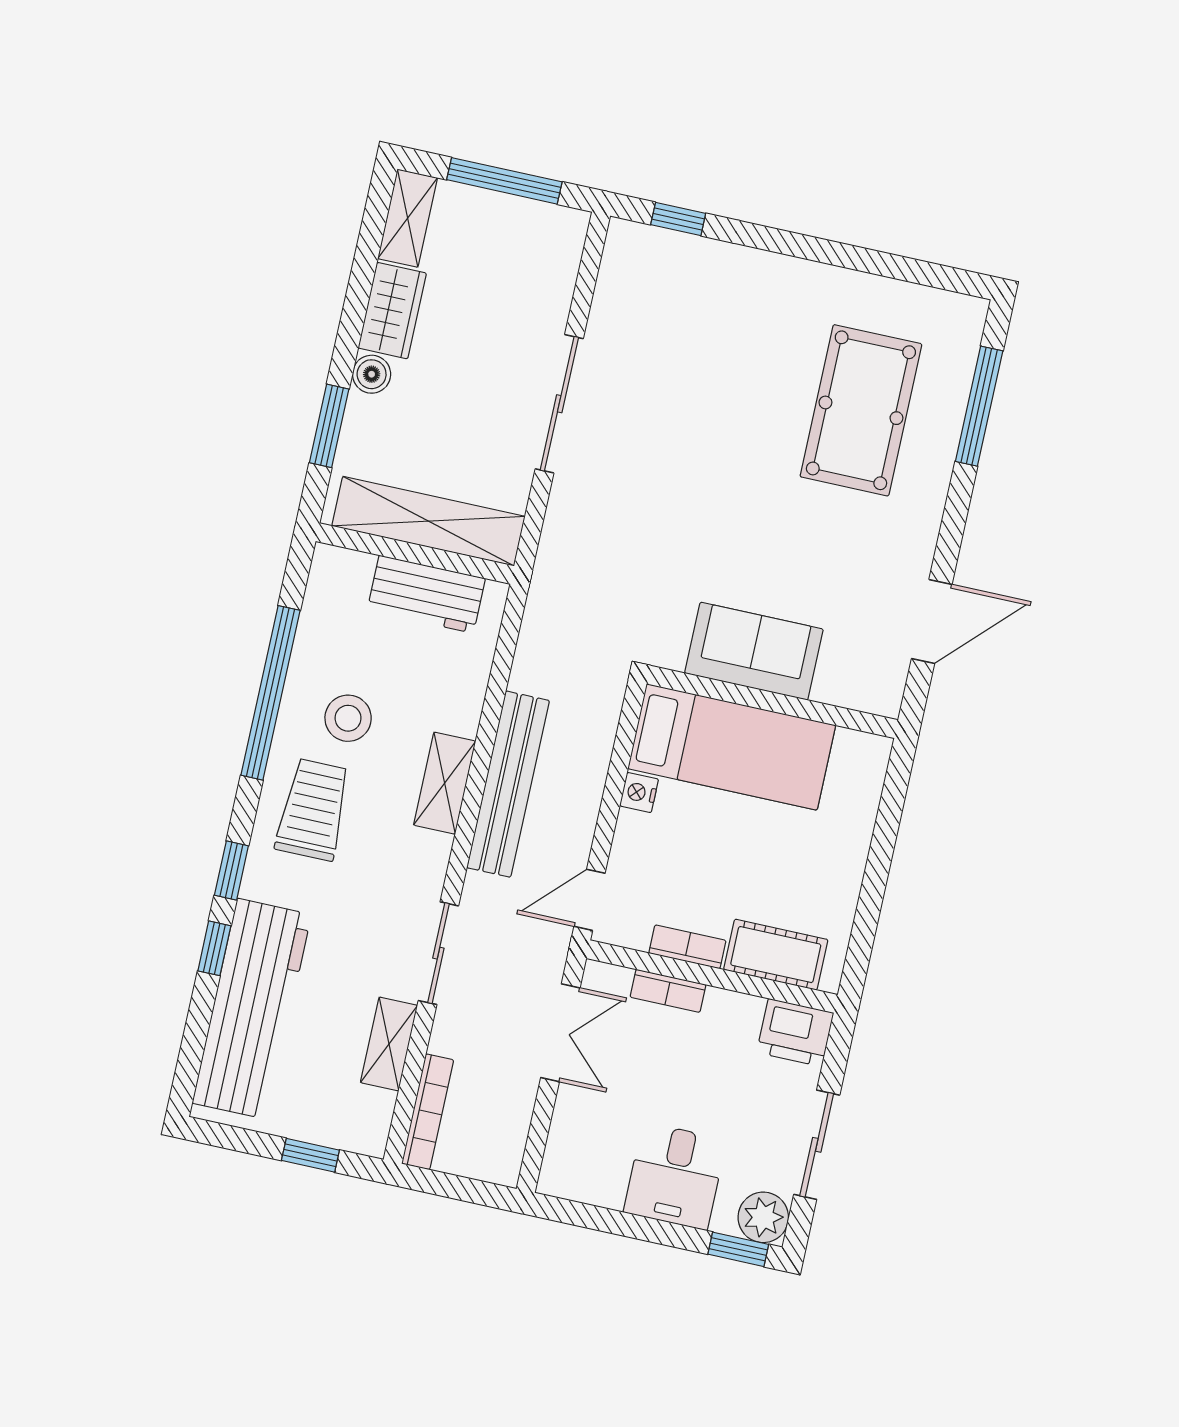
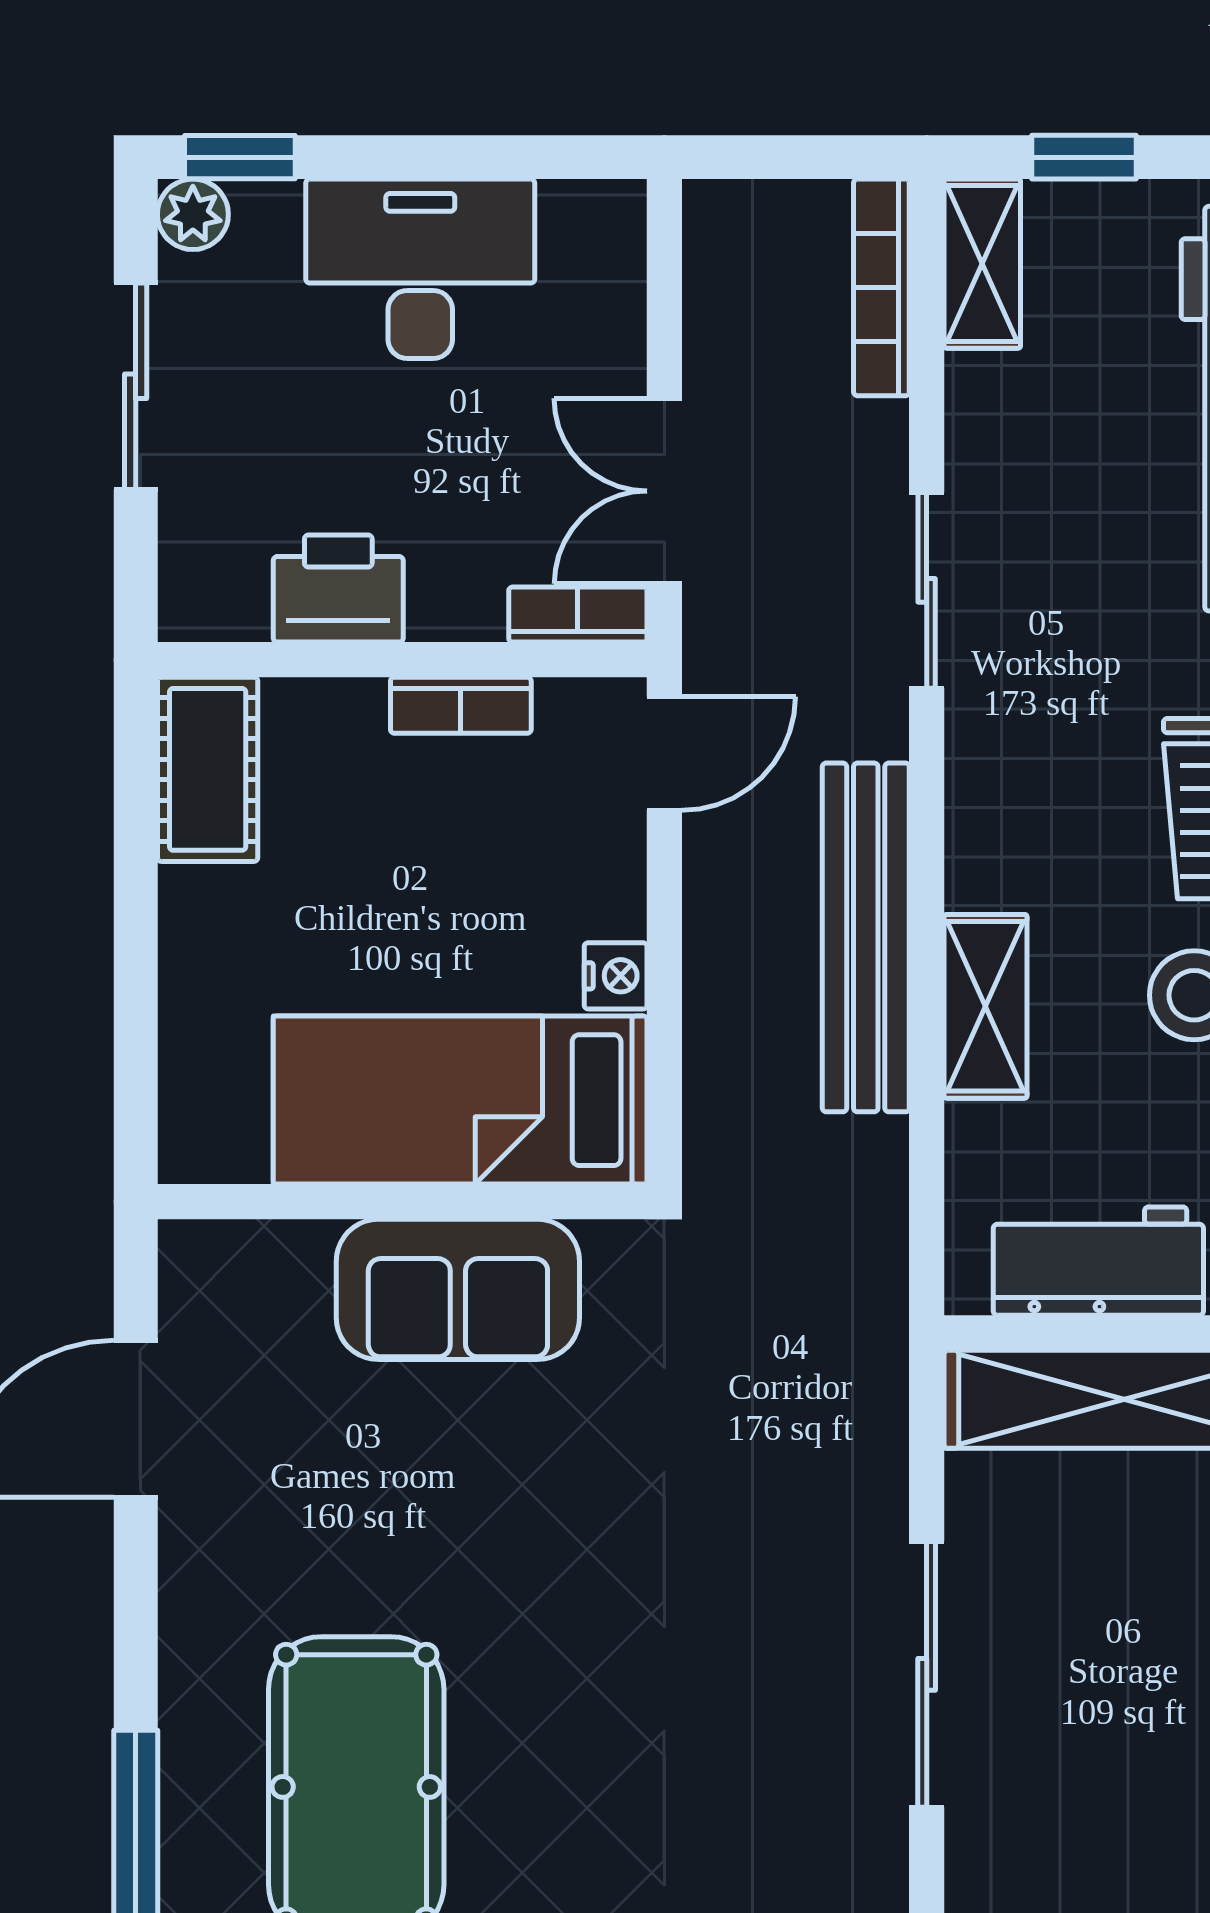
shelving: (445, 783) -> (986, 1006), moved
cot: (776, 955) -> (208, 769), moved, turned 90
bookcase: (668, 991) -> (578, 615), moved
printer: (795, 1033) -> (338, 589), moved
shelving: (389, 1044) -> (982, 264), moved
desk: (675, 1176) -> (420, 269), width x1.37
plant: (763, 1217) -> (193, 214), width x0.73, depth x0.73

